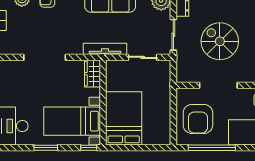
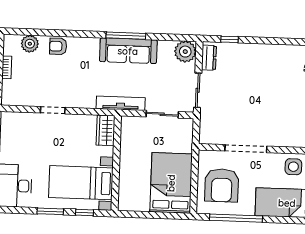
spiral stairs: (220, 41) -> (249, 99), removed
doorway: (45, 57) -> (53, 110), width x0.53
bed: (124, 118) -> (171, 183), moved
window: (89, 148) -> (85, 213), moved

